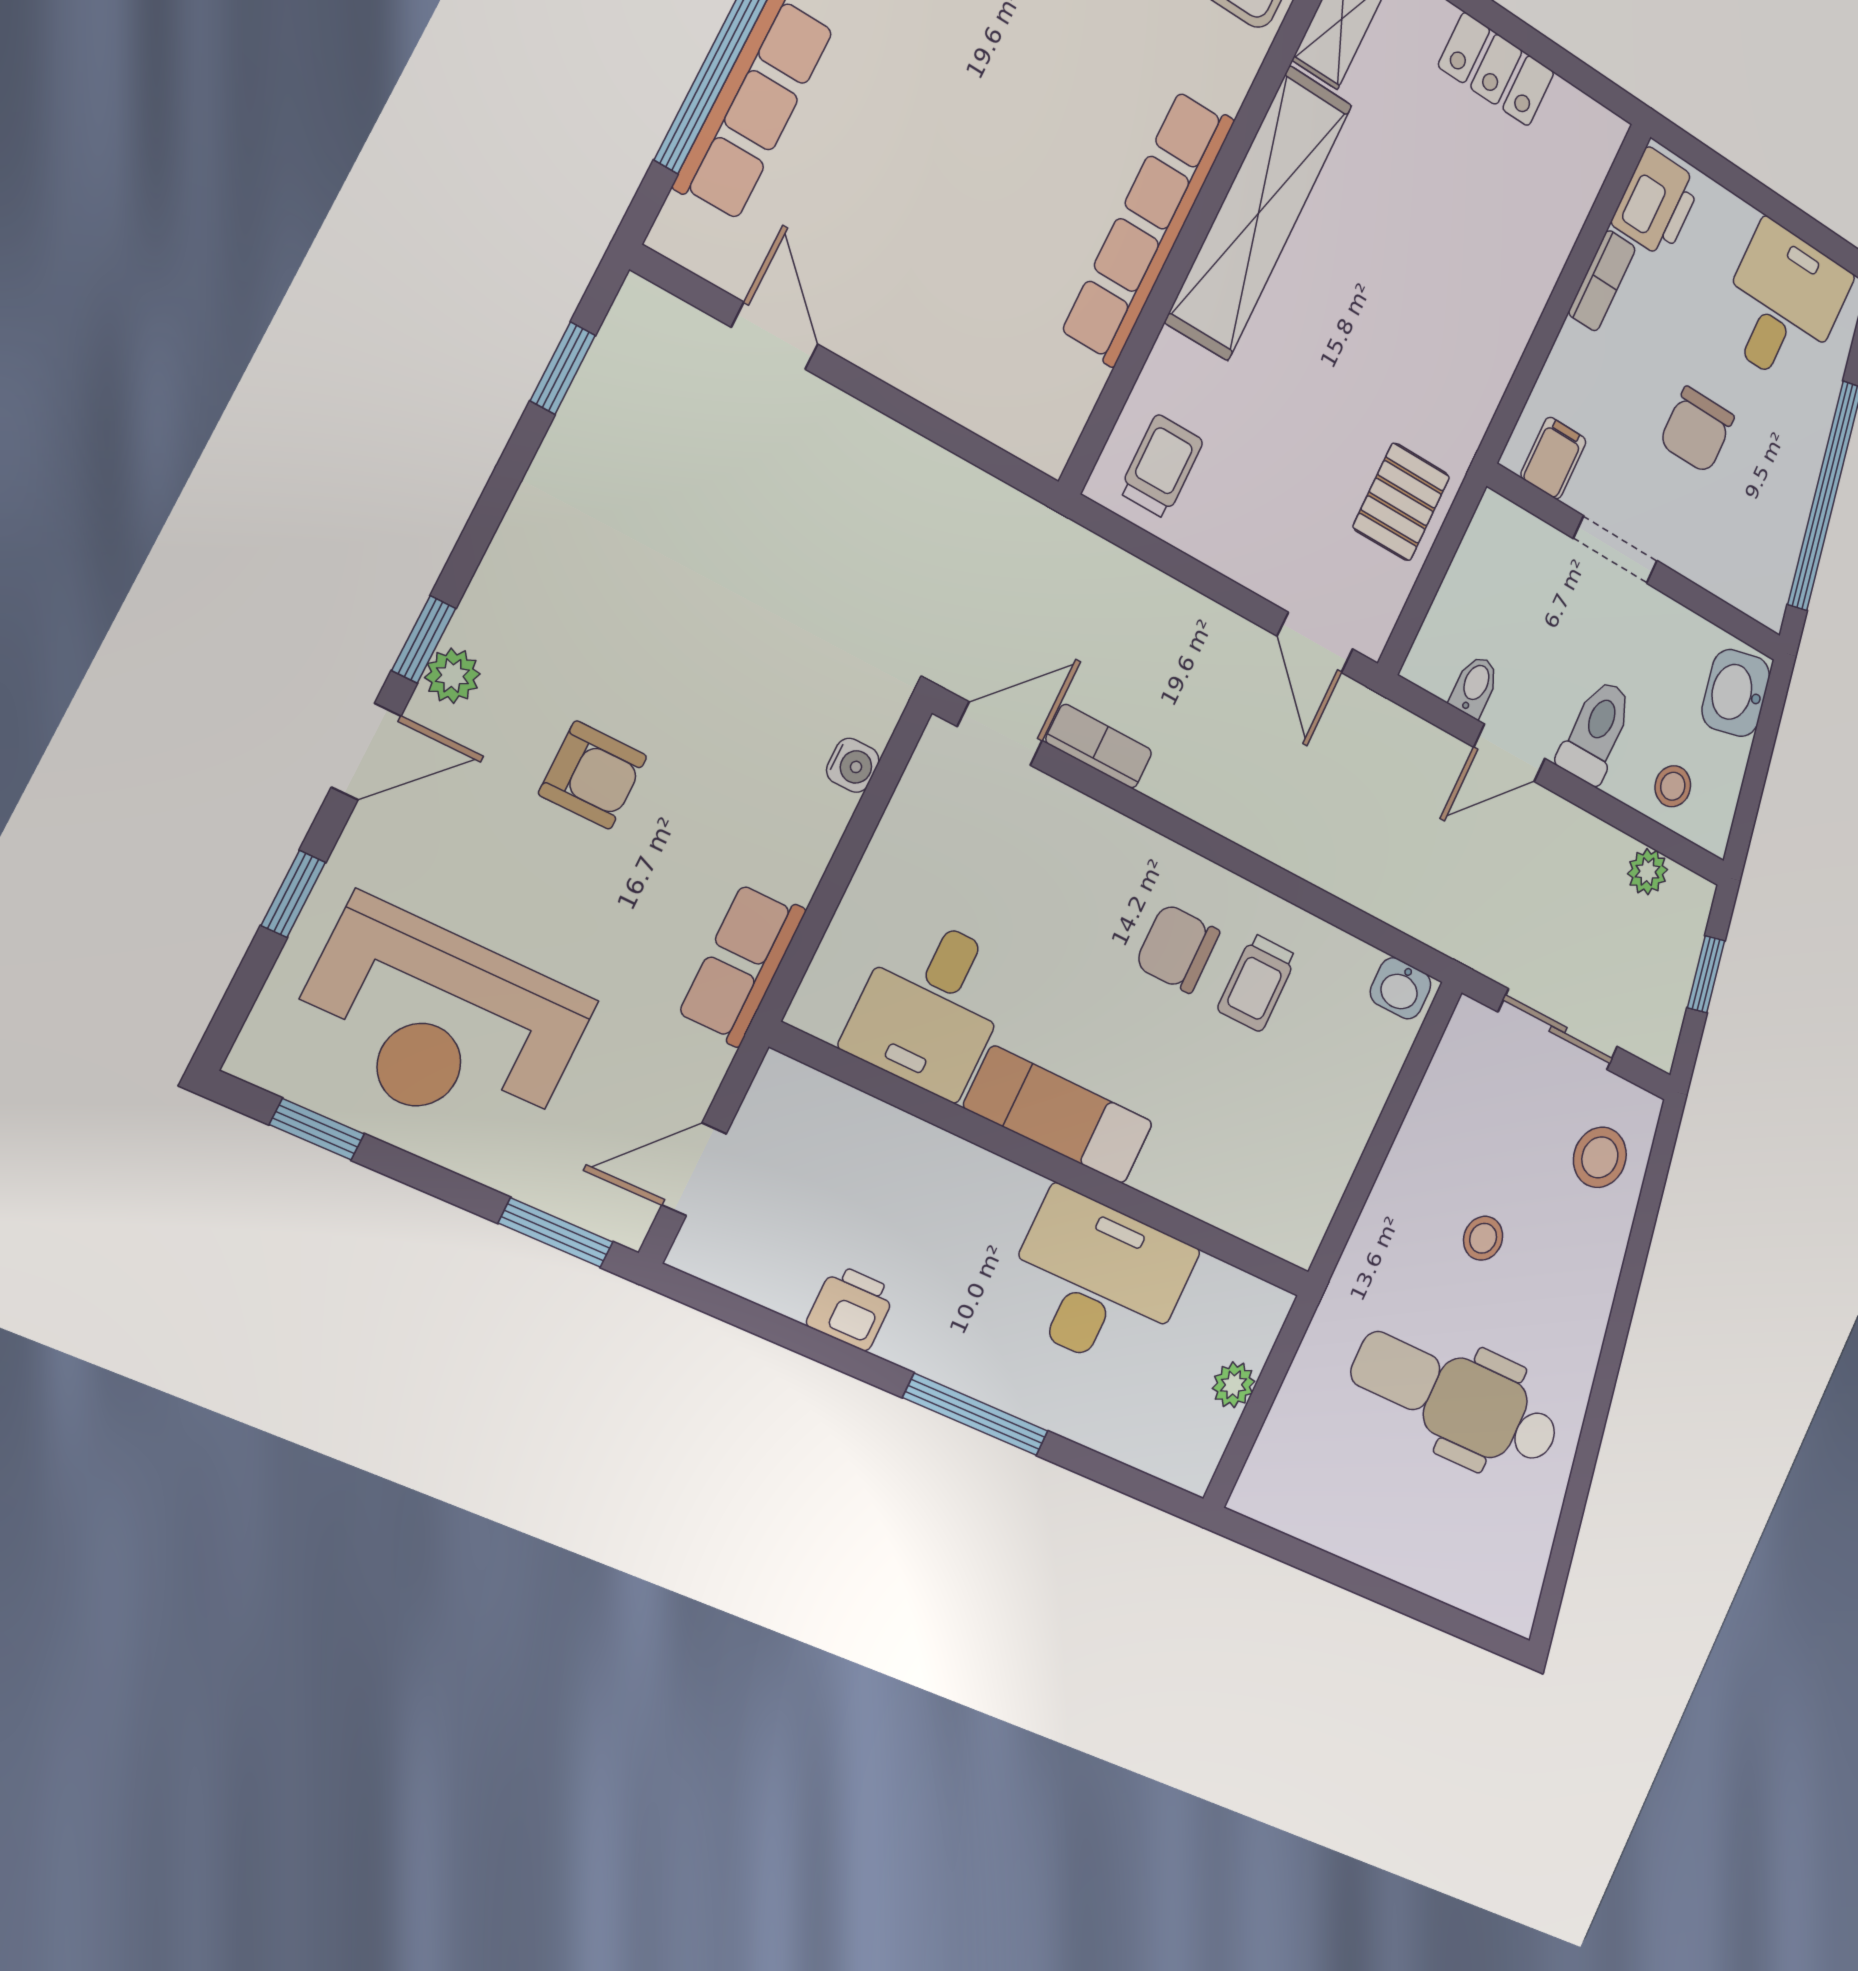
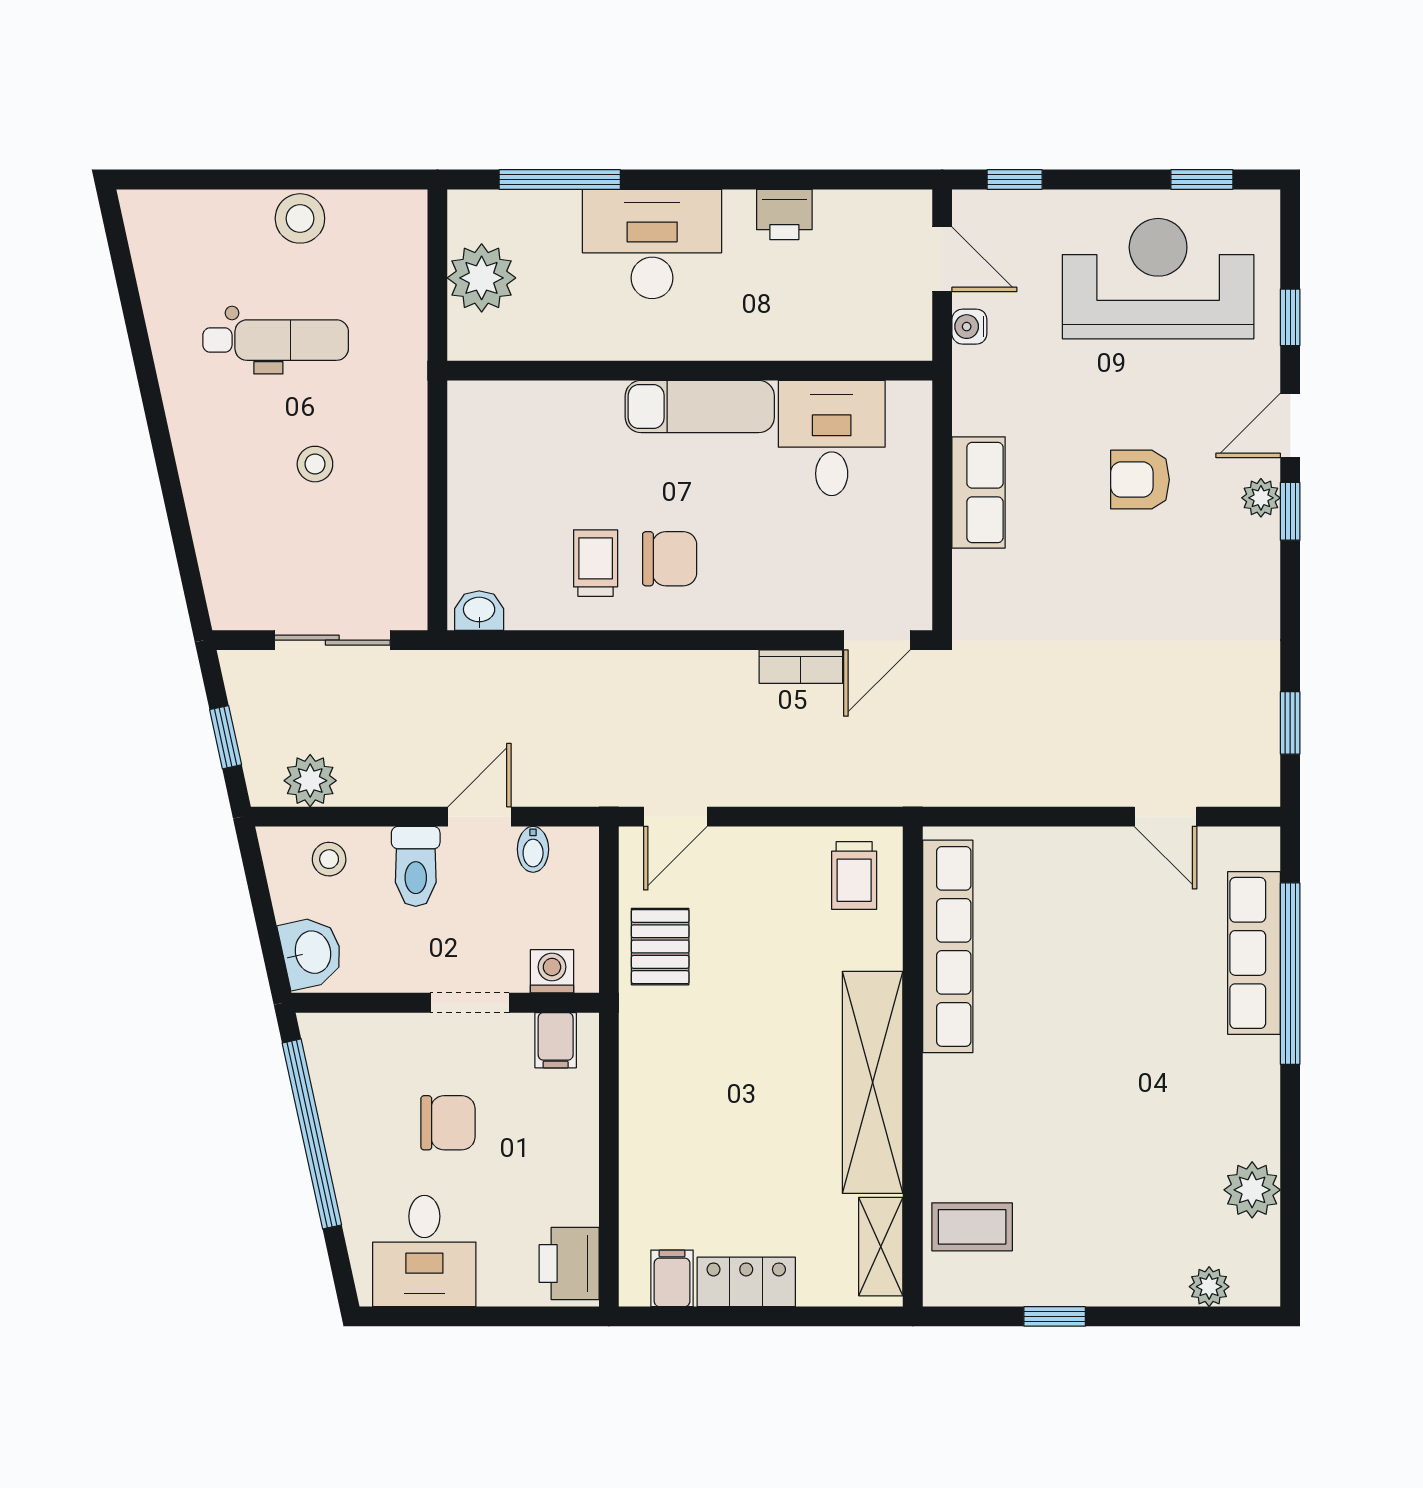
filing cabinet: (1566, 121) -> (672, 1278), added
row of seats: (1148, 227) -> (948, 946), moved
bookcase: (1602, 281) -> (584, 1185), removed
chair: (1697, 430) -> (448, 1123), turned 90
washing machine: (1521, 537) -> (552, 971), added
door: (1315, 642) -> (675, 817), swing flipped
water cooler: (853, 765) -> (969, 327), moved
plant: (1647, 872) -> (310, 781), width x1.38, depth x1.38
row of seats: (742, 964) -> (979, 492), moved
stool: (1600, 1157) -> (300, 218), moved
door: (694, 1169) -> (942, 259), hinge flipped
window: (556, 1233) -> (1015, 179), width x0.67
desk: (1097, 1282) -> (652, 244), moved, turned 180
plant: (1234, 1385) -> (482, 278), width x1.87, depth x1.87
dental chair: (1456, 1399) -> (276, 340), width x0.73, depth x0.72
window: (976, 1414) -> (560, 179), moved

